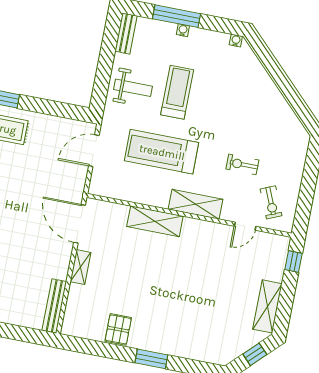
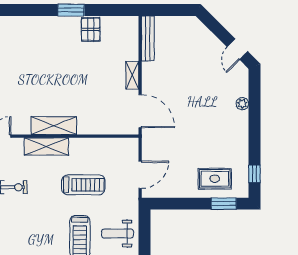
treadmill: (162, 152) -> (83, 185), width x0.73, depth x0.73
shelving: (155, 221) -> (54, 126), moved
window: (151, 359) -> (71, 10), moved

